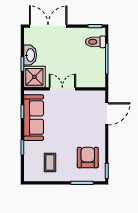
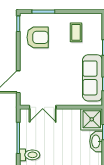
double door: (62, 89) -> (43, 107), moved
armchair: (88, 158) -> (38, 37), turned -90

